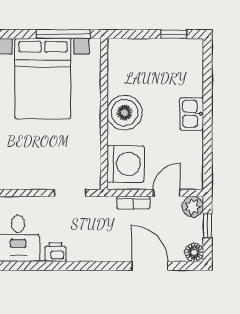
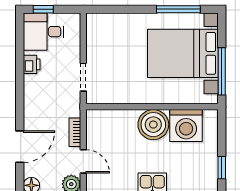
washing machine: (126, 164) -> (186, 125), moved

